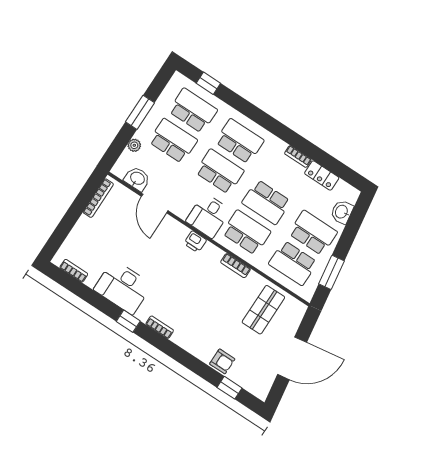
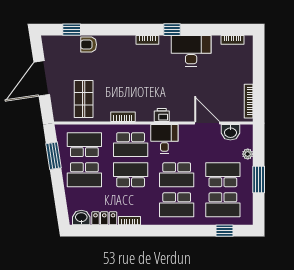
school desk: (173, 141) -> (223, 175), turned 180
washbasin: (342, 212) -> (81, 218), moved, turned -81

